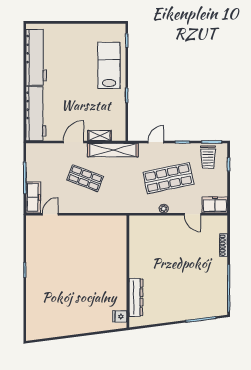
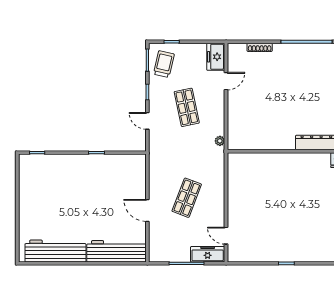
lab bench: (109, 65) -> (64, 172), removed
shelving: (100, 136) -> (140, 182), removed
shelving: (113, 150) -> (156, 168), removed
trolley: (208, 157) -> (164, 64), turned -77
shop shelf: (168, 178) -> (187, 107), width x0.70, depth x0.74
plant: (164, 209) -> (220, 141), moved

